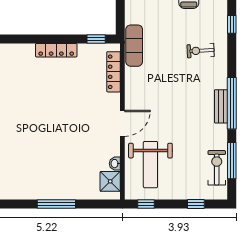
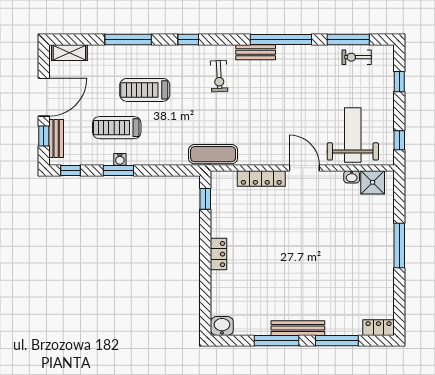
locker: (56, 50) -> (218, 254), width x0.66
locker: (114, 72) -> (261, 178), moved
bench: (221, 106) -> (256, 52), moved
weight bench: (150, 165) -> (353, 135), turned -90
exercise bike: (217, 168) -> (357, 57), width x0.73, depth x0.72

